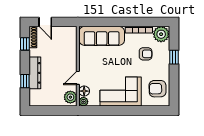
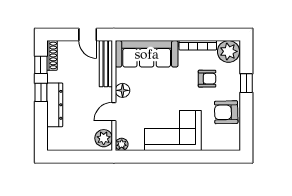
door: (45, 22) -> (88, 35), moved
bench: (72, 43) -> (106, 64), added
window: (25, 81) -> (41, 92), moved
armchair: (158, 89) -> (226, 112), moved
floor lamp: (84, 91) -> (123, 90), moved

